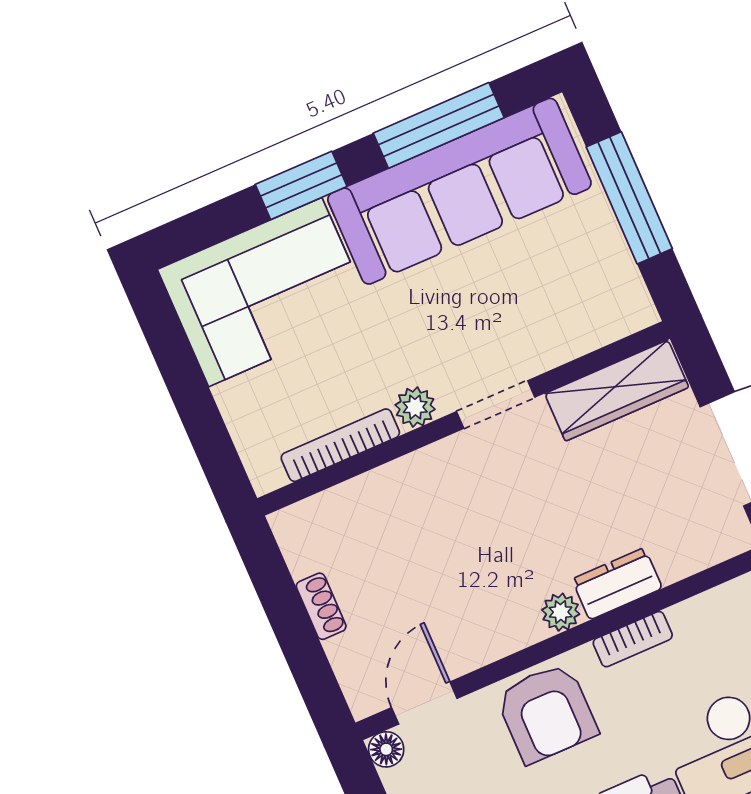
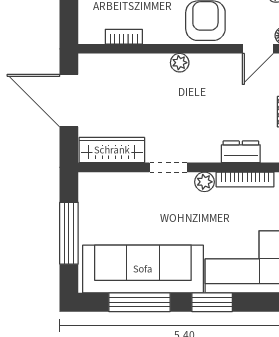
dresser: (617, 584) -> (241, 152), moved, turned 180
bookcase: (633, 639) -> (124, 37), moved

